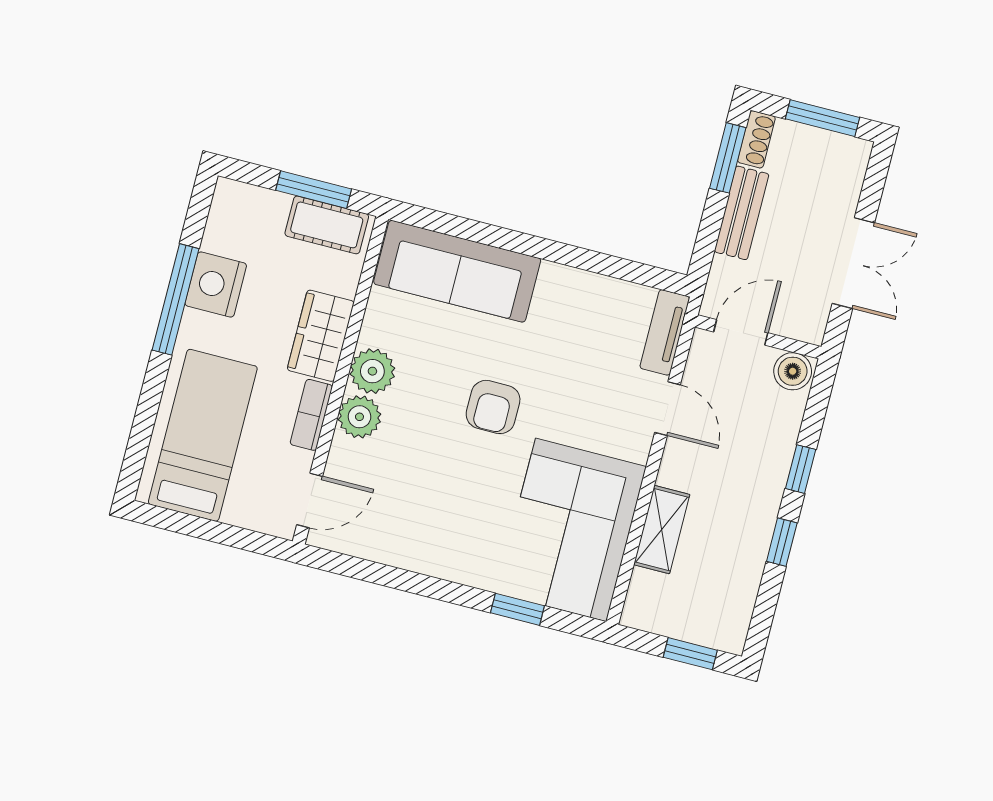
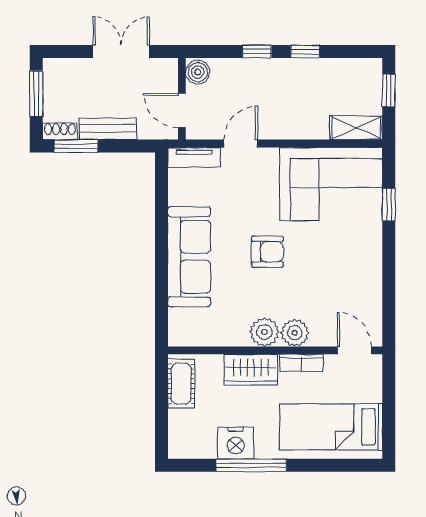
window: (314, 190) -> (161, 397), removed
sofa: (457, 271) -> (189, 257), moved
shelving: (662, 530) -> (356, 128), moved

